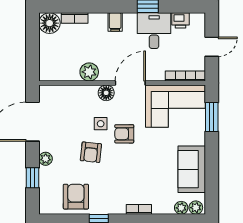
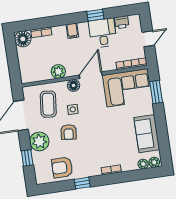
coffee table: (70, 112) -> (48, 104), added
armchair: (124, 134) -> (92, 114), removed
plant: (46, 159) -> (39, 141), width x1.88, depth x1.88
armchair: (76, 197) -> (62, 167), turned -90

